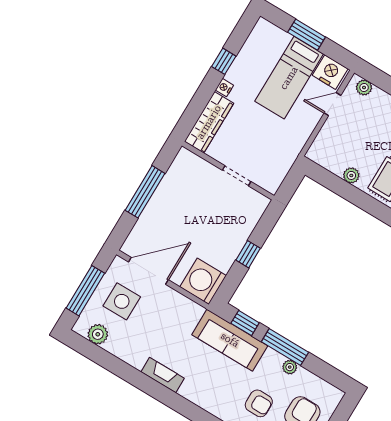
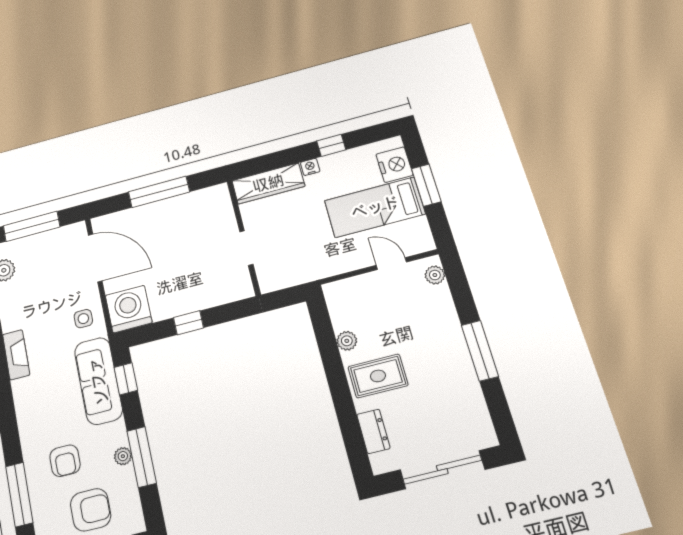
nightstand: (330, 72) -> (394, 165), moved
side table: (122, 301) -> (83, 319), moved, width x0.54, depth x0.54
window: (285, 347) -> (142, 457), moved

